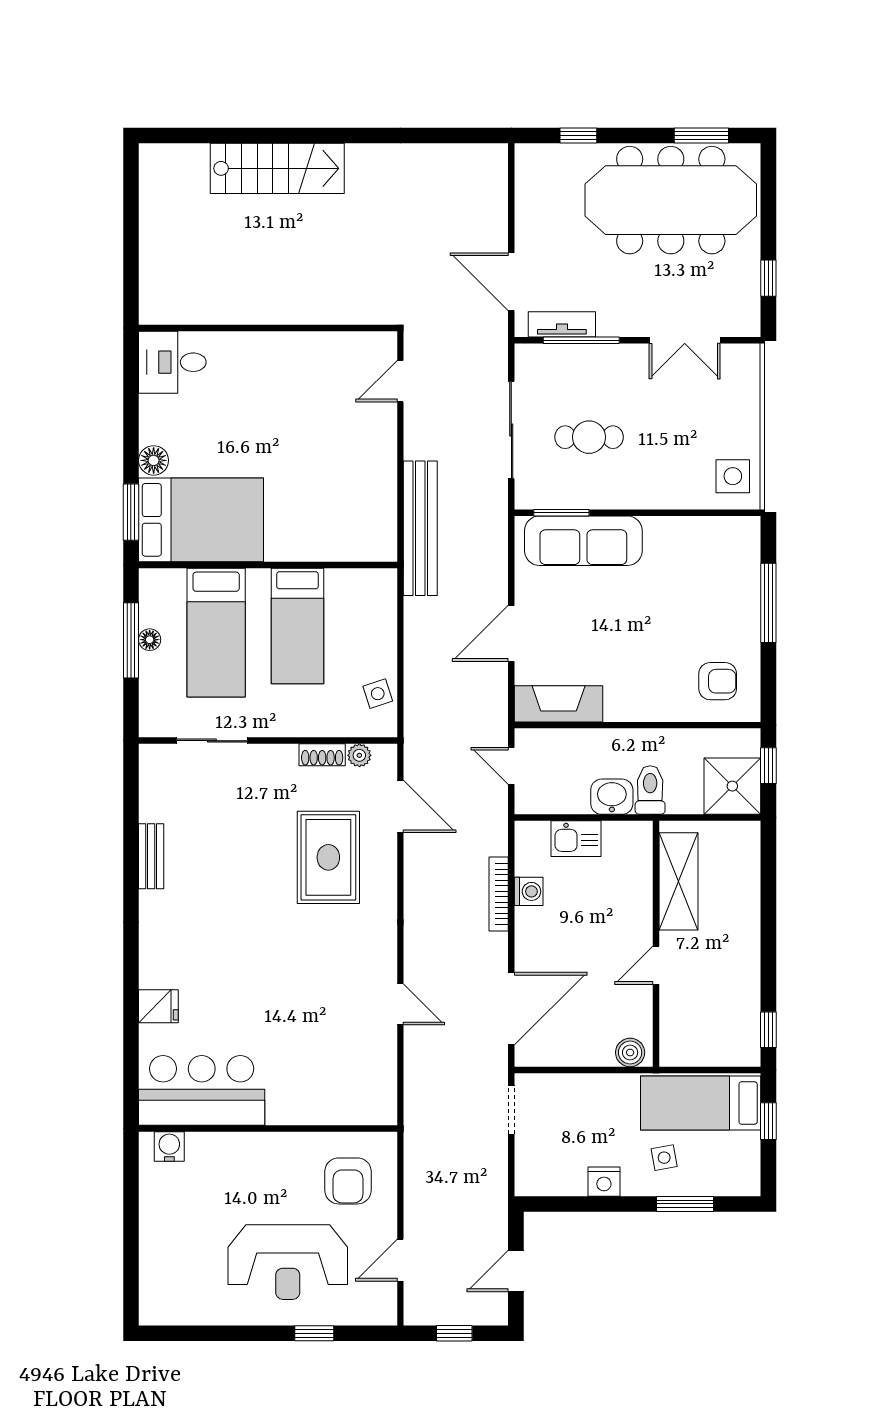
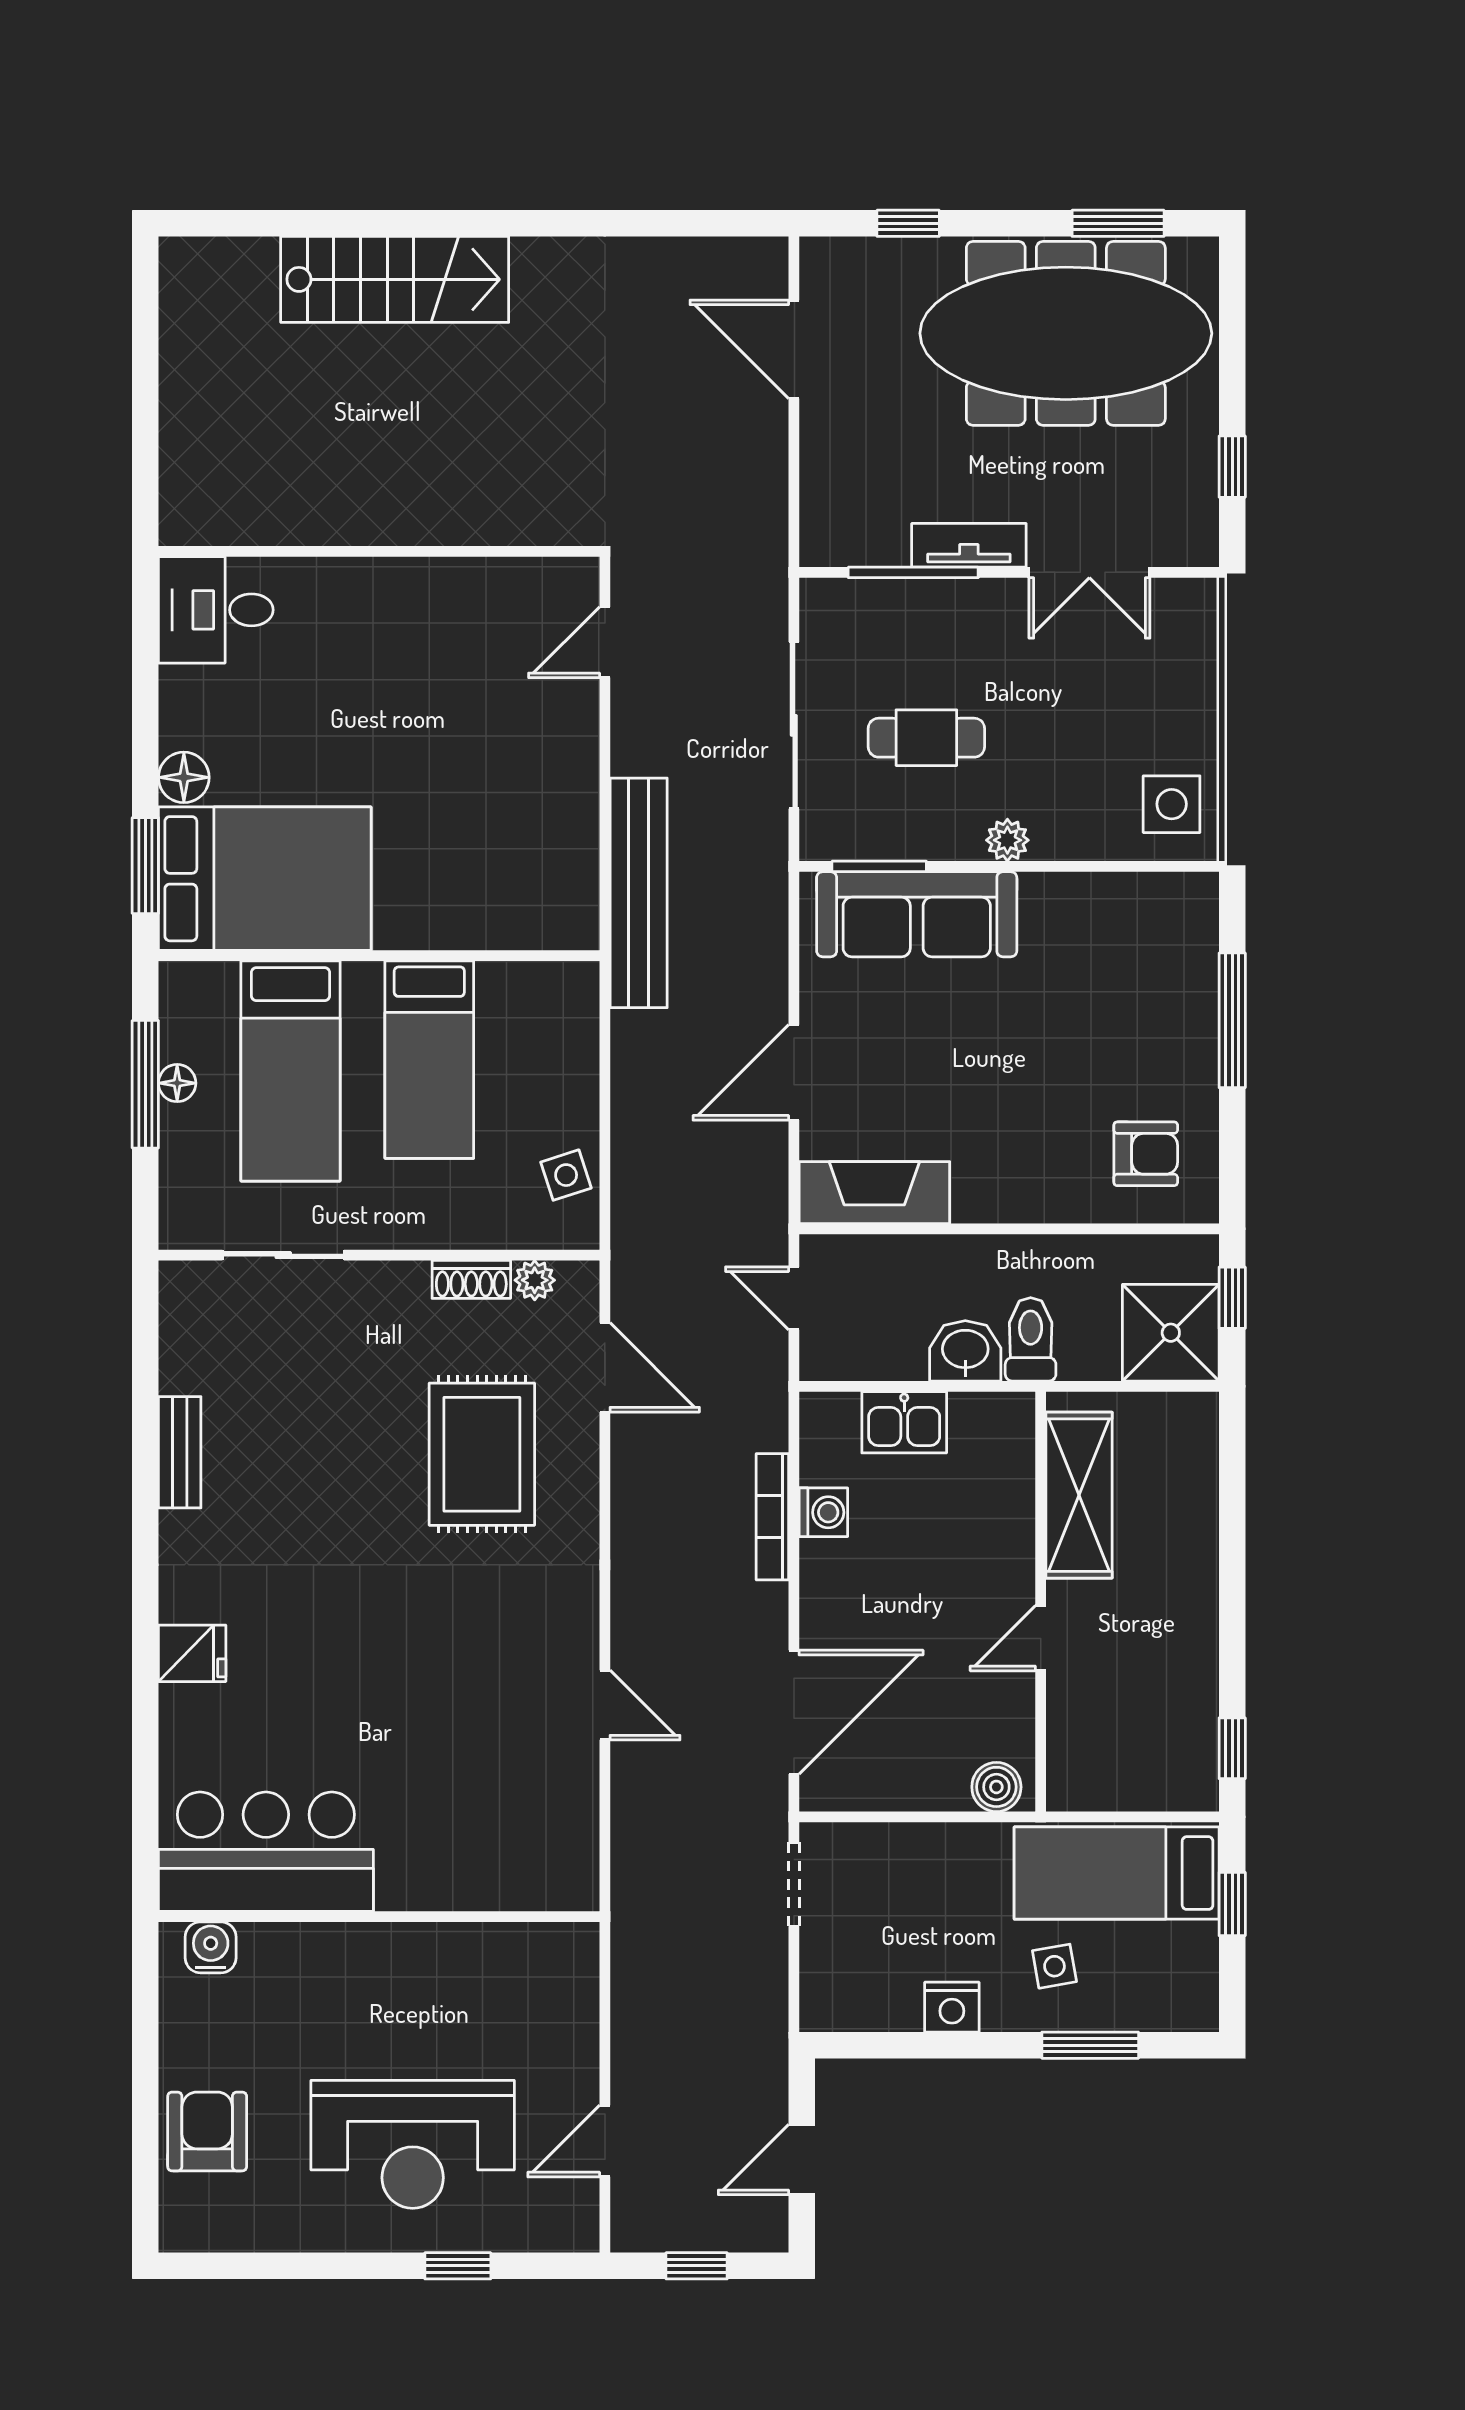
door: (511, 282) -> (794, 349), moved
tv unit: (562, 324) -> (969, 545), moved
plant: (637, 497) -> (1007, 840), added
fridge: (158, 1006) -> (192, 1653), moved
armchair: (348, 1181) -> (207, 2131), moved, turned 180

